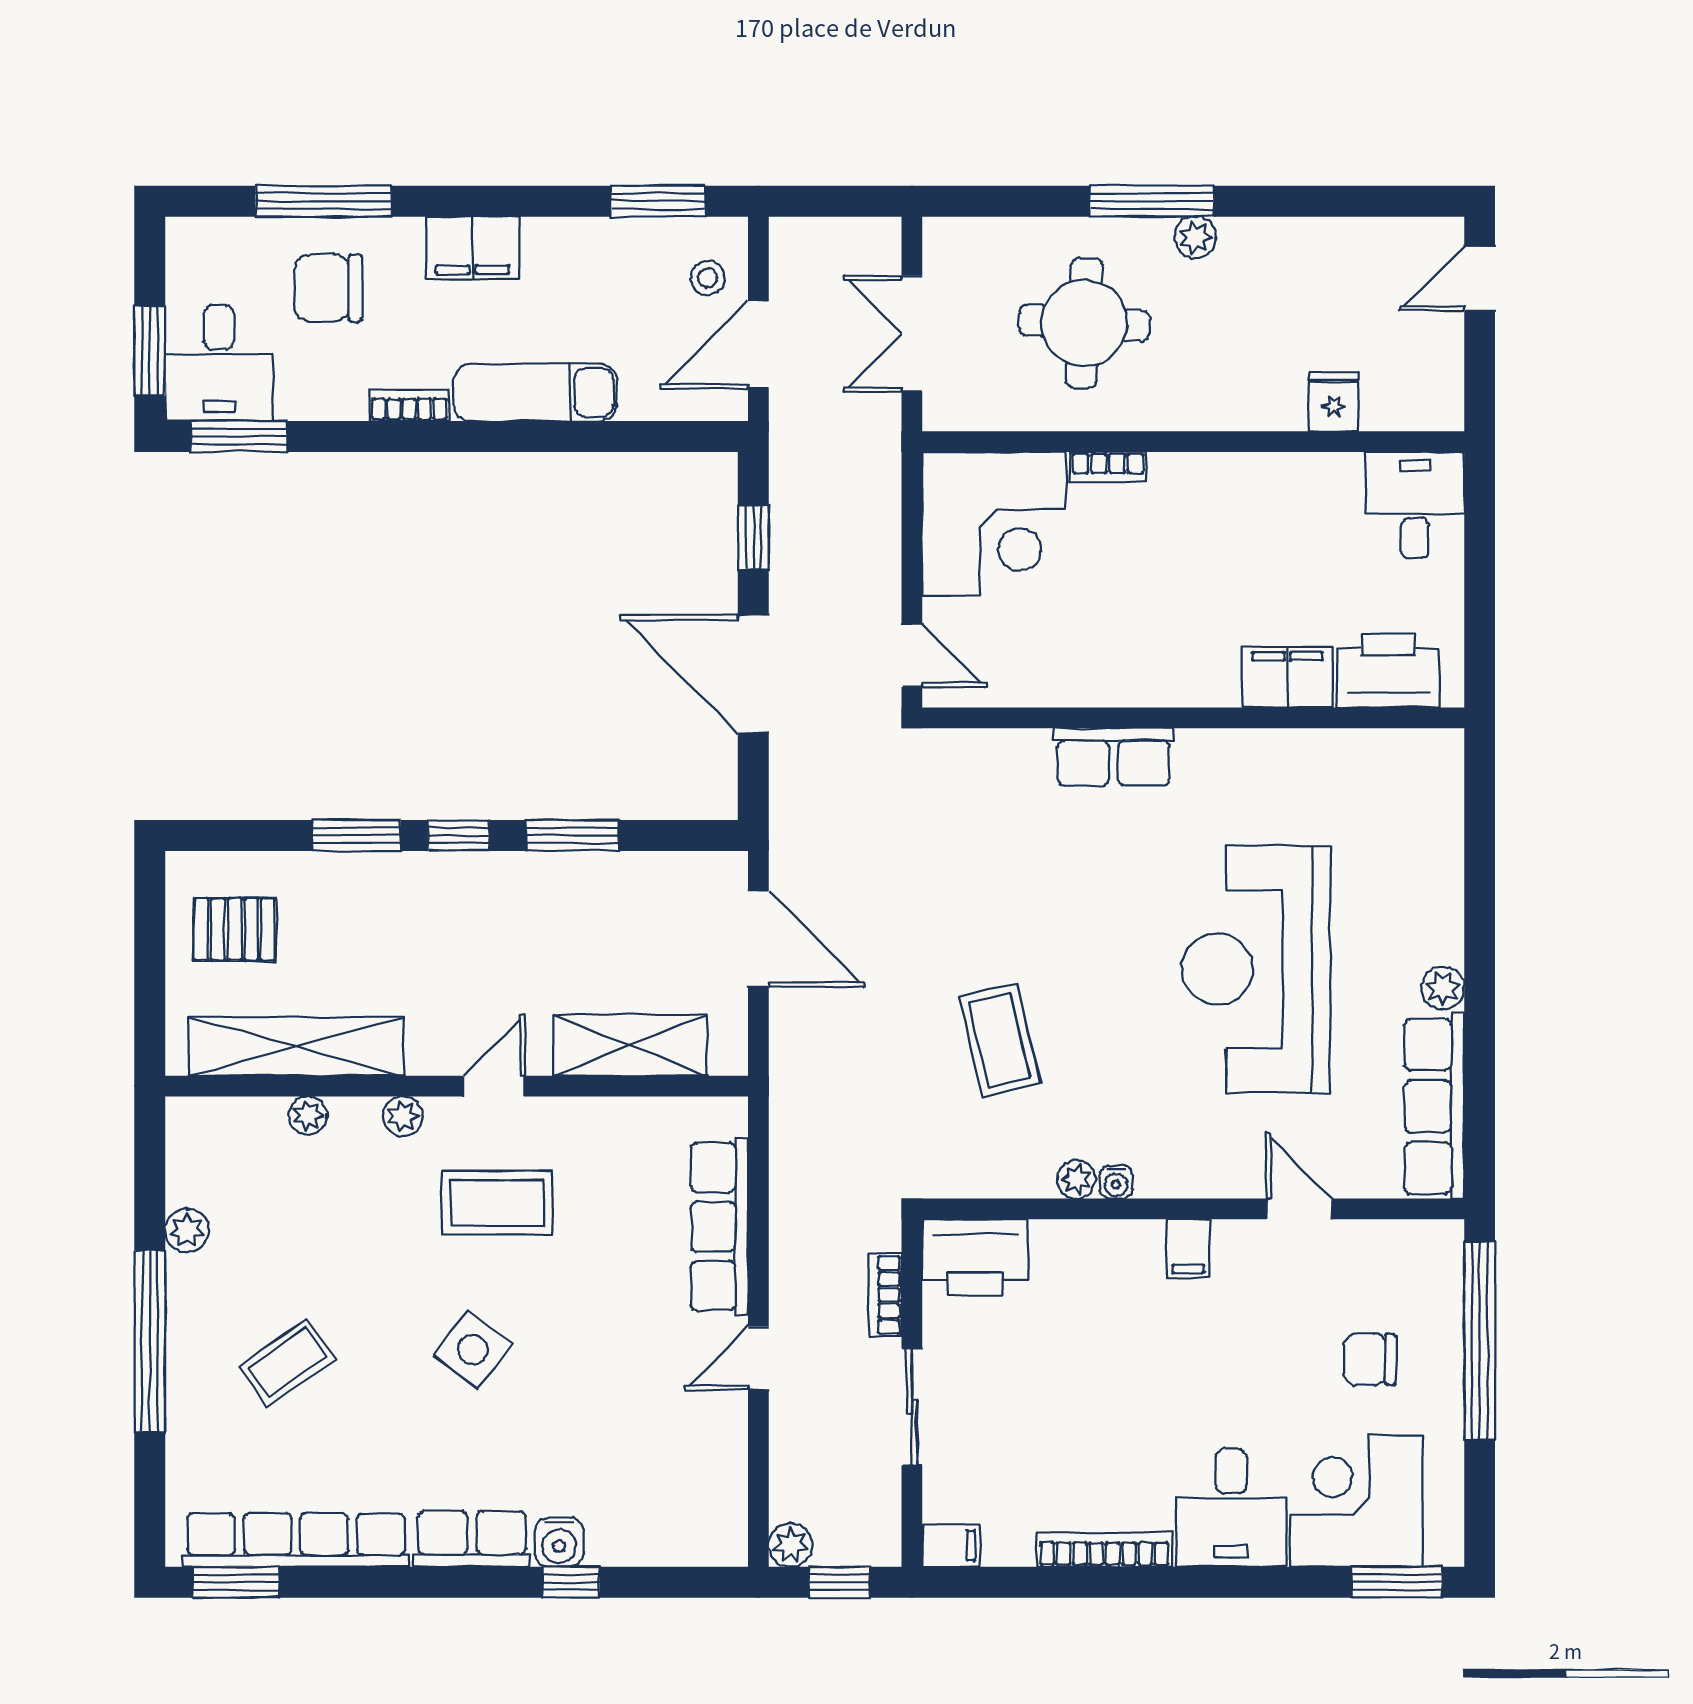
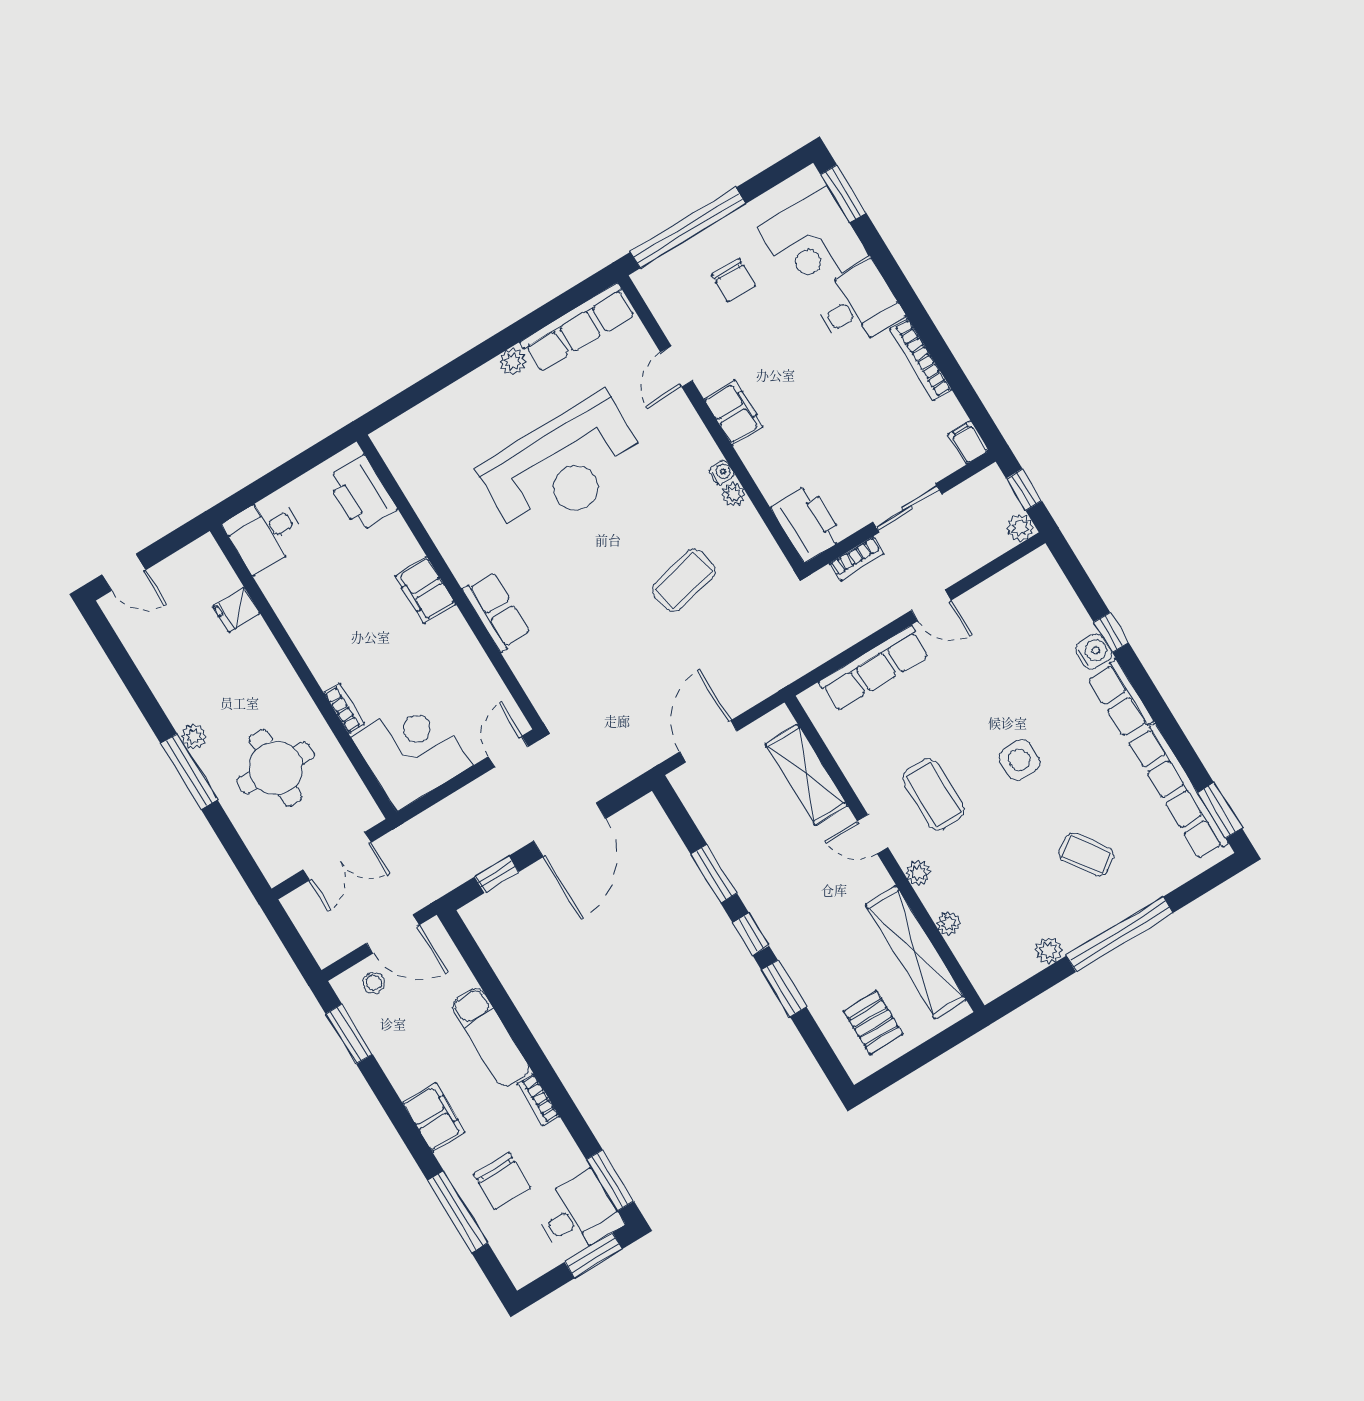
filing cabinet: (1287, 677) -> (425, 590), moved
filing cabinet: (1188, 1248) -> (734, 413), width x2.00
side table: (473, 1350) -> (1019, 760), turned -37

